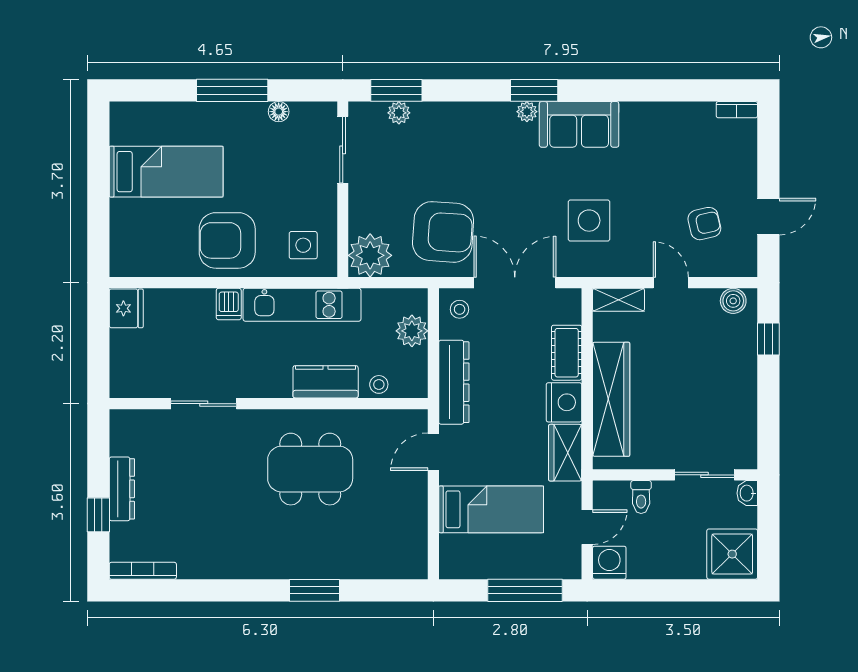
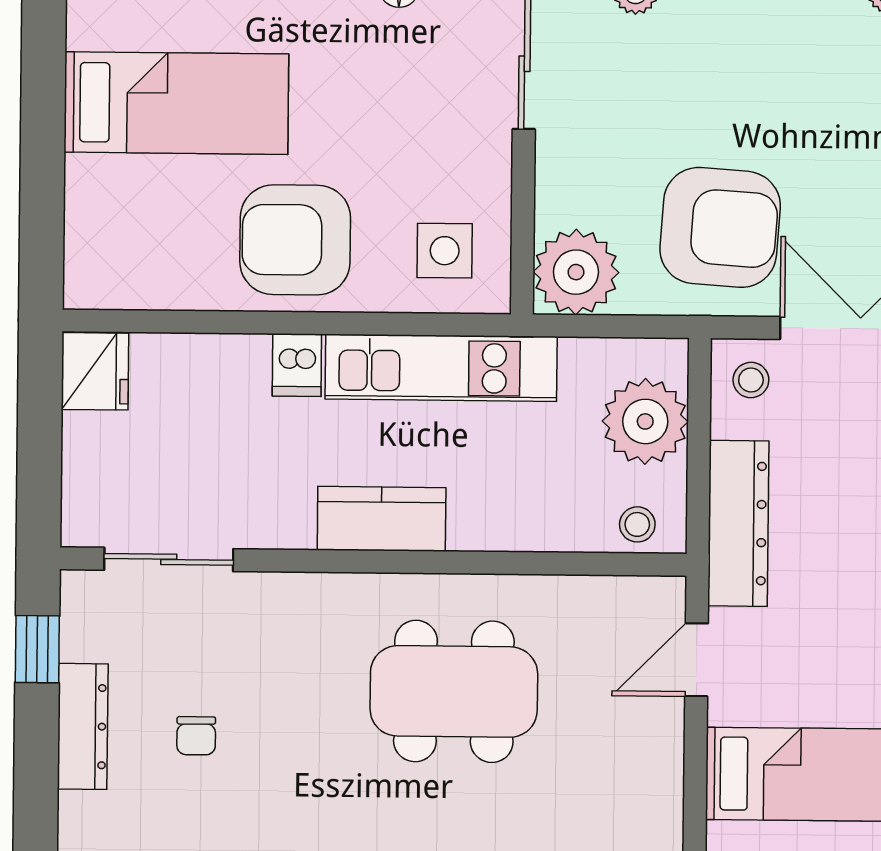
plant: (412, 331) -> (645, 421), width x1.36, depth x1.36
kitchen counter: (326, 382) -> (382, 519), moved
stool: (379, 384) -> (637, 524), moved
sliding door: (204, 404) -> (169, 559), moved
chair: (180, 493) -> (196, 736), added
window: (98, 515) -> (37, 649), moved

